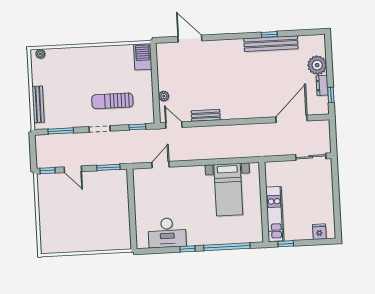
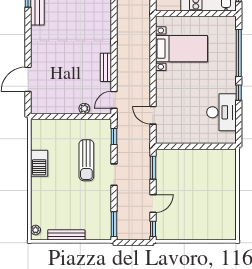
barbecue: (143, 57) -> (39, 163), moved, turned -90
bench: (38, 104) -> (66, 235), moved
window: (61, 131) -> (114, 224), moved

